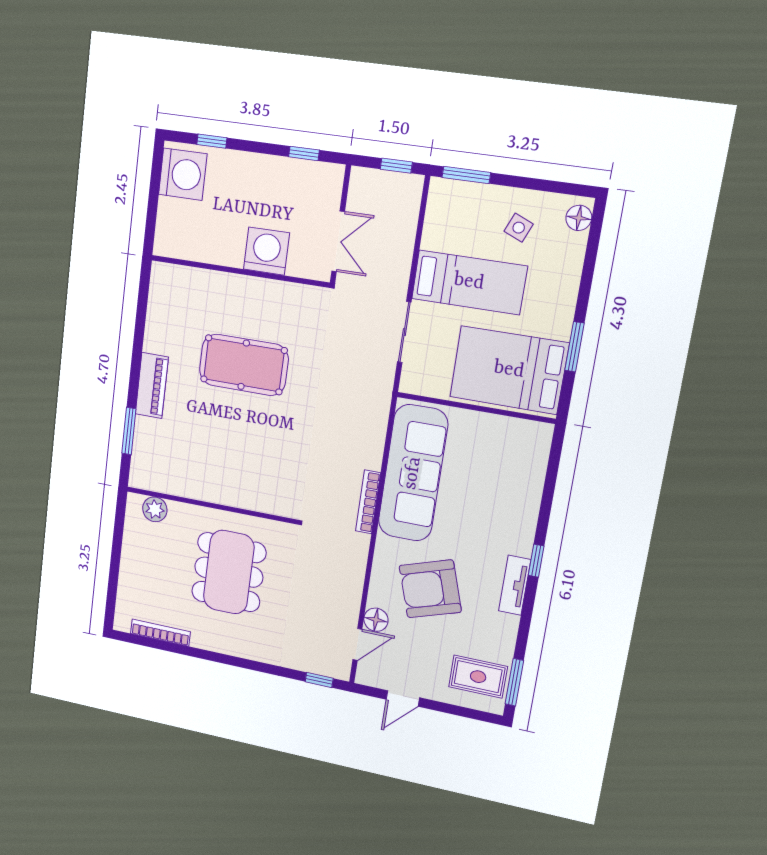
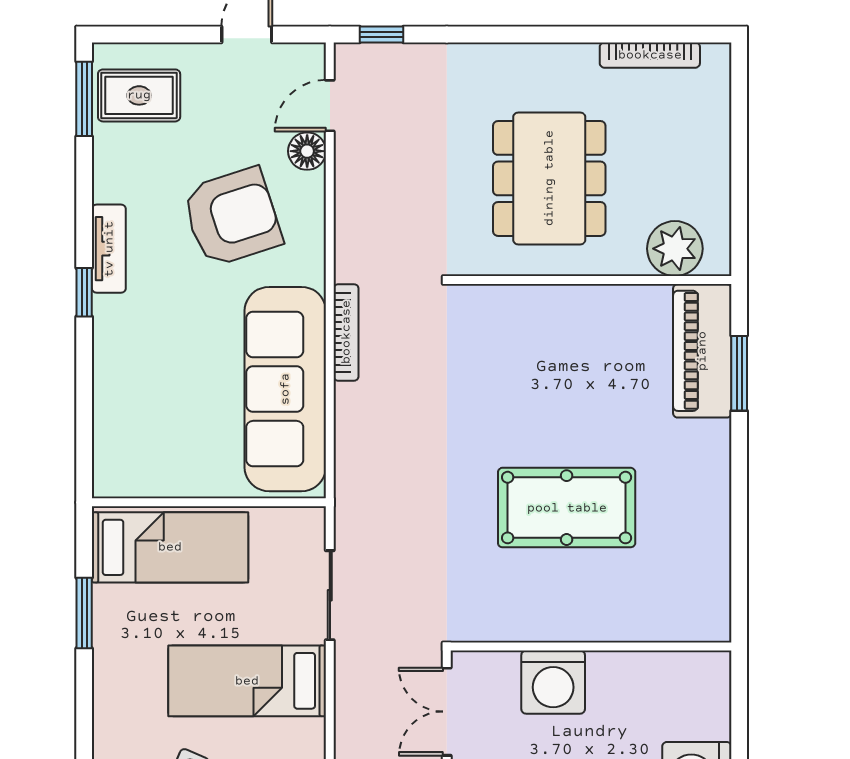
bed: (509, 370) -> (170, 547), width x0.67
piano: (152, 386) -> (702, 351), moved, width x1.37, depth x1.33
plant: (155, 509) -> (675, 249), width x1.36, depth x1.36

